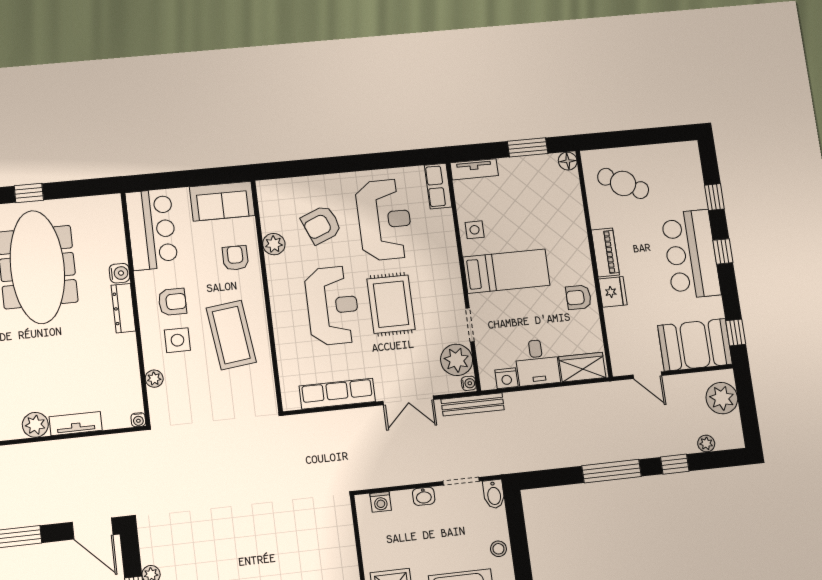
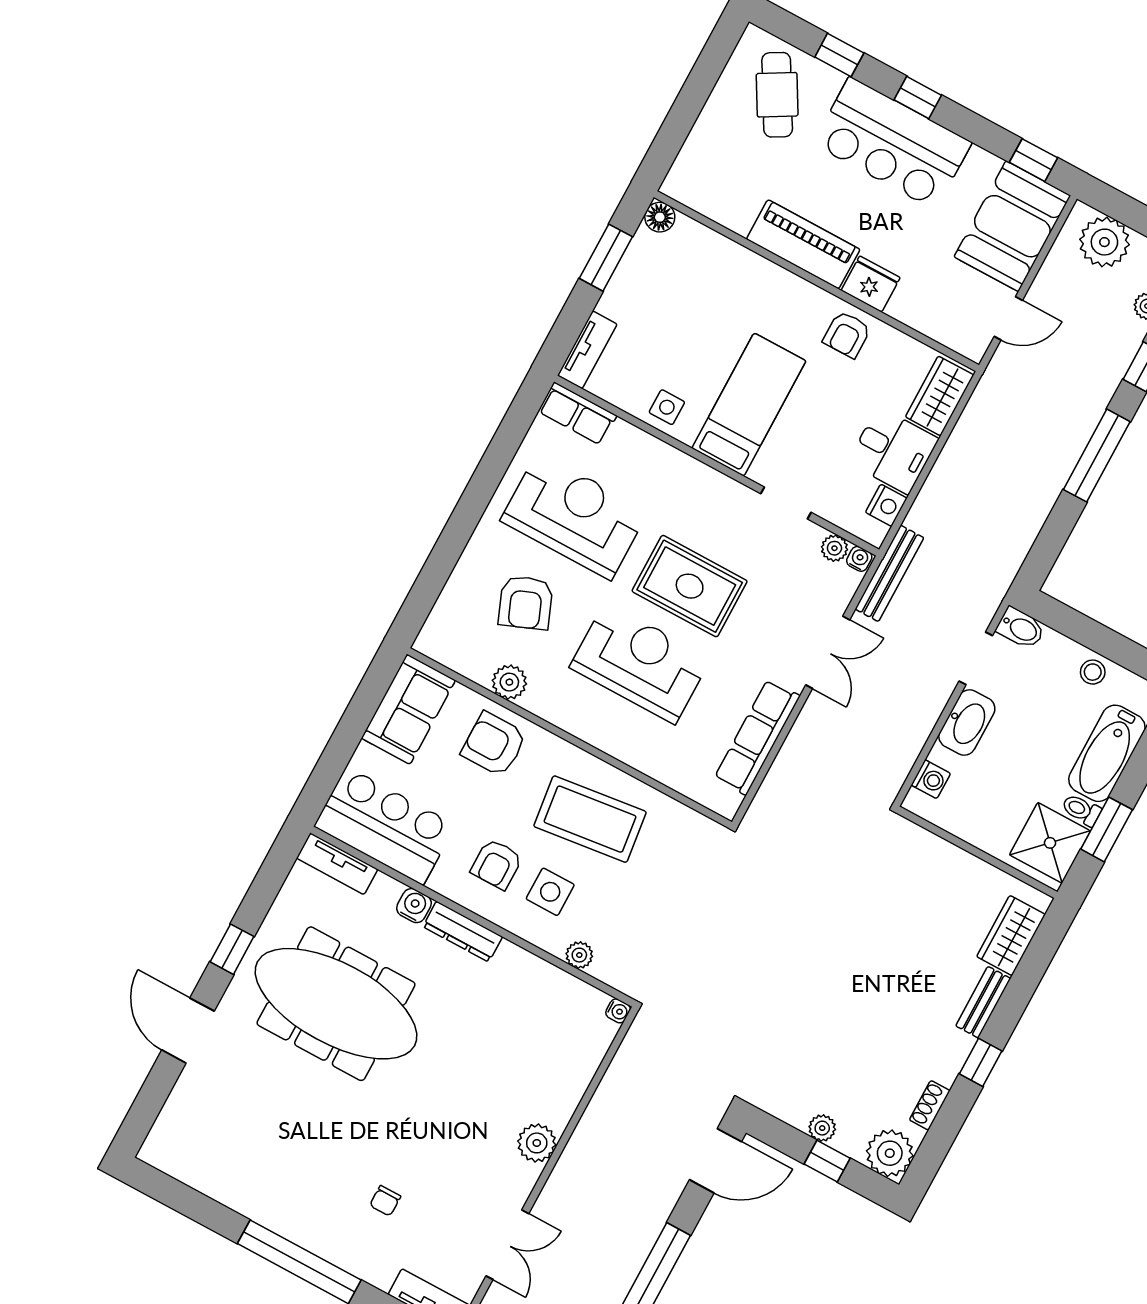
cafe table: (623, 183) -> (777, 95), moved, turned -57
piano: (605, 252) -> (803, 244), width x1.37, depth x1.33
armchair: (235, 258) -> (494, 744), width x1.38, depth x1.38
armchair: (172, 302) -> (497, 864), turned 180
plant: (457, 360) -> (834, 548), width x0.53, depth x0.53
tv unit: (76, 424) -> (337, 864), moved, turned -90
washbasin: (424, 496) -> (967, 722), width x1.91, depth x1.45

